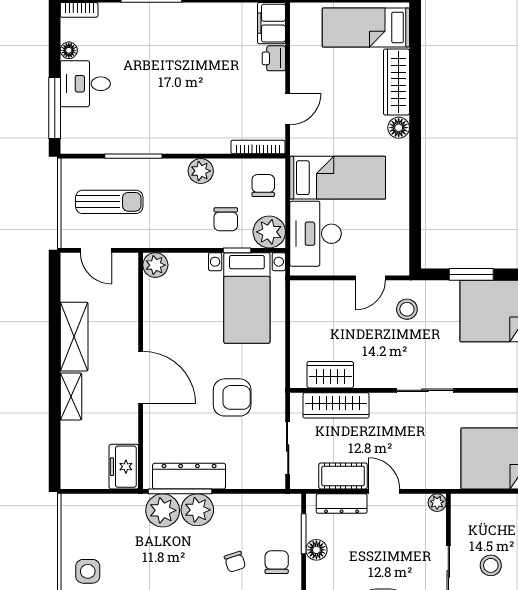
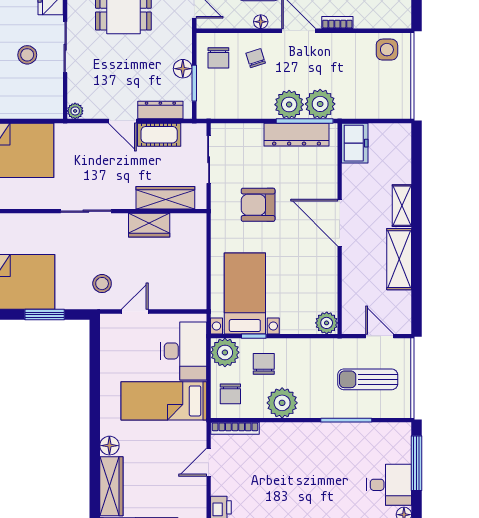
plant: (201, 171) -> (282, 403), width x1.36, depth x1.36
wardrobe: (330, 375) -> (149, 225), moved

